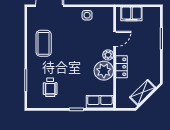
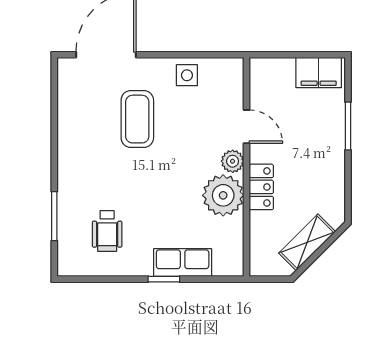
filing cabinet: (131, 14) -> (319, 73), moved
door: (115, 39) -> (247, 127), hinge flipped
coffee table: (44, 43) -> (137, 119), moved
row of seats: (100, 102) -> (183, 263), moved

